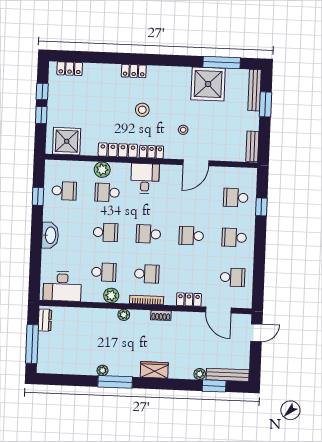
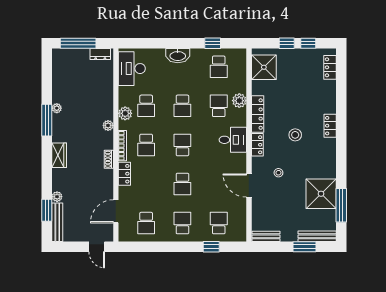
school desk: (191, 236) -> (182, 184), turned 180
locker: (189, 300) -> (124, 174), moved

